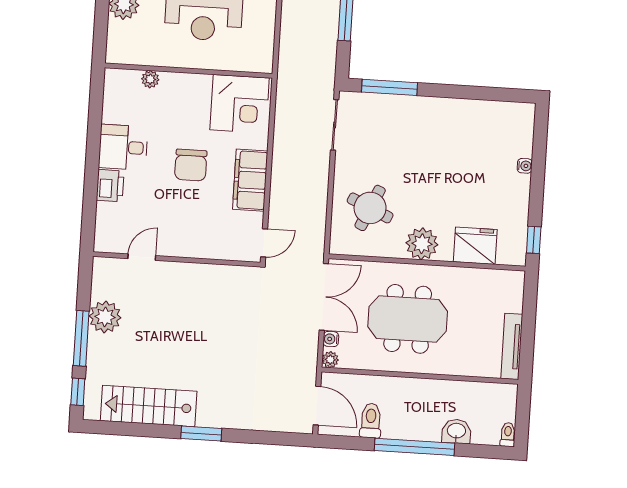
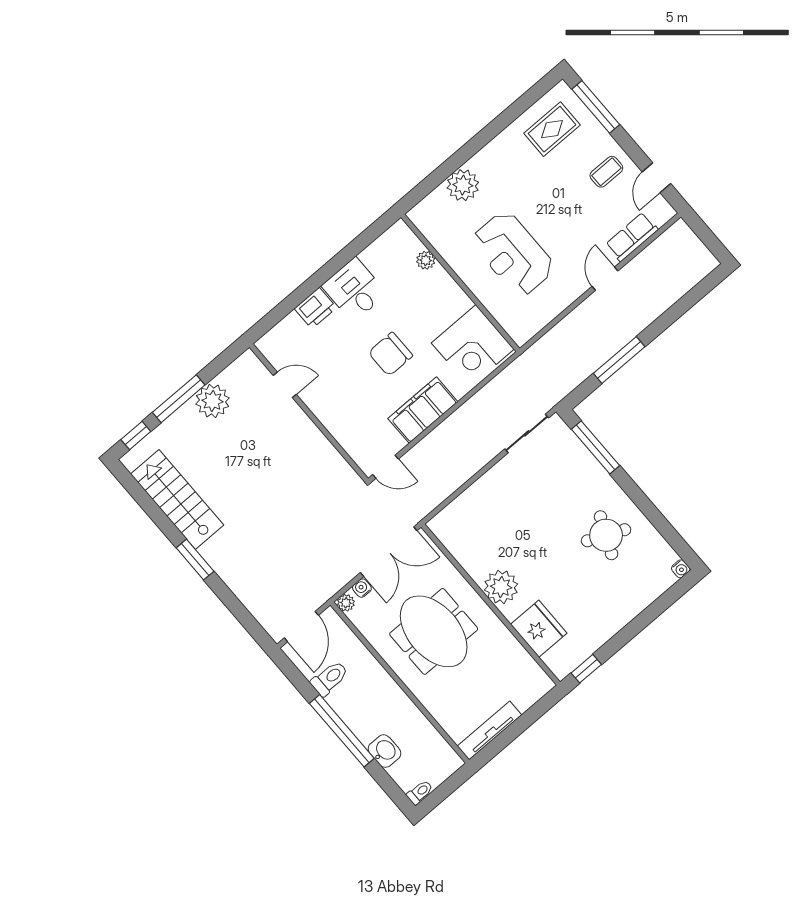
water cooler: (525, 166) -> (681, 569), moved
round table: (370, 208) -> (606, 535), moved

